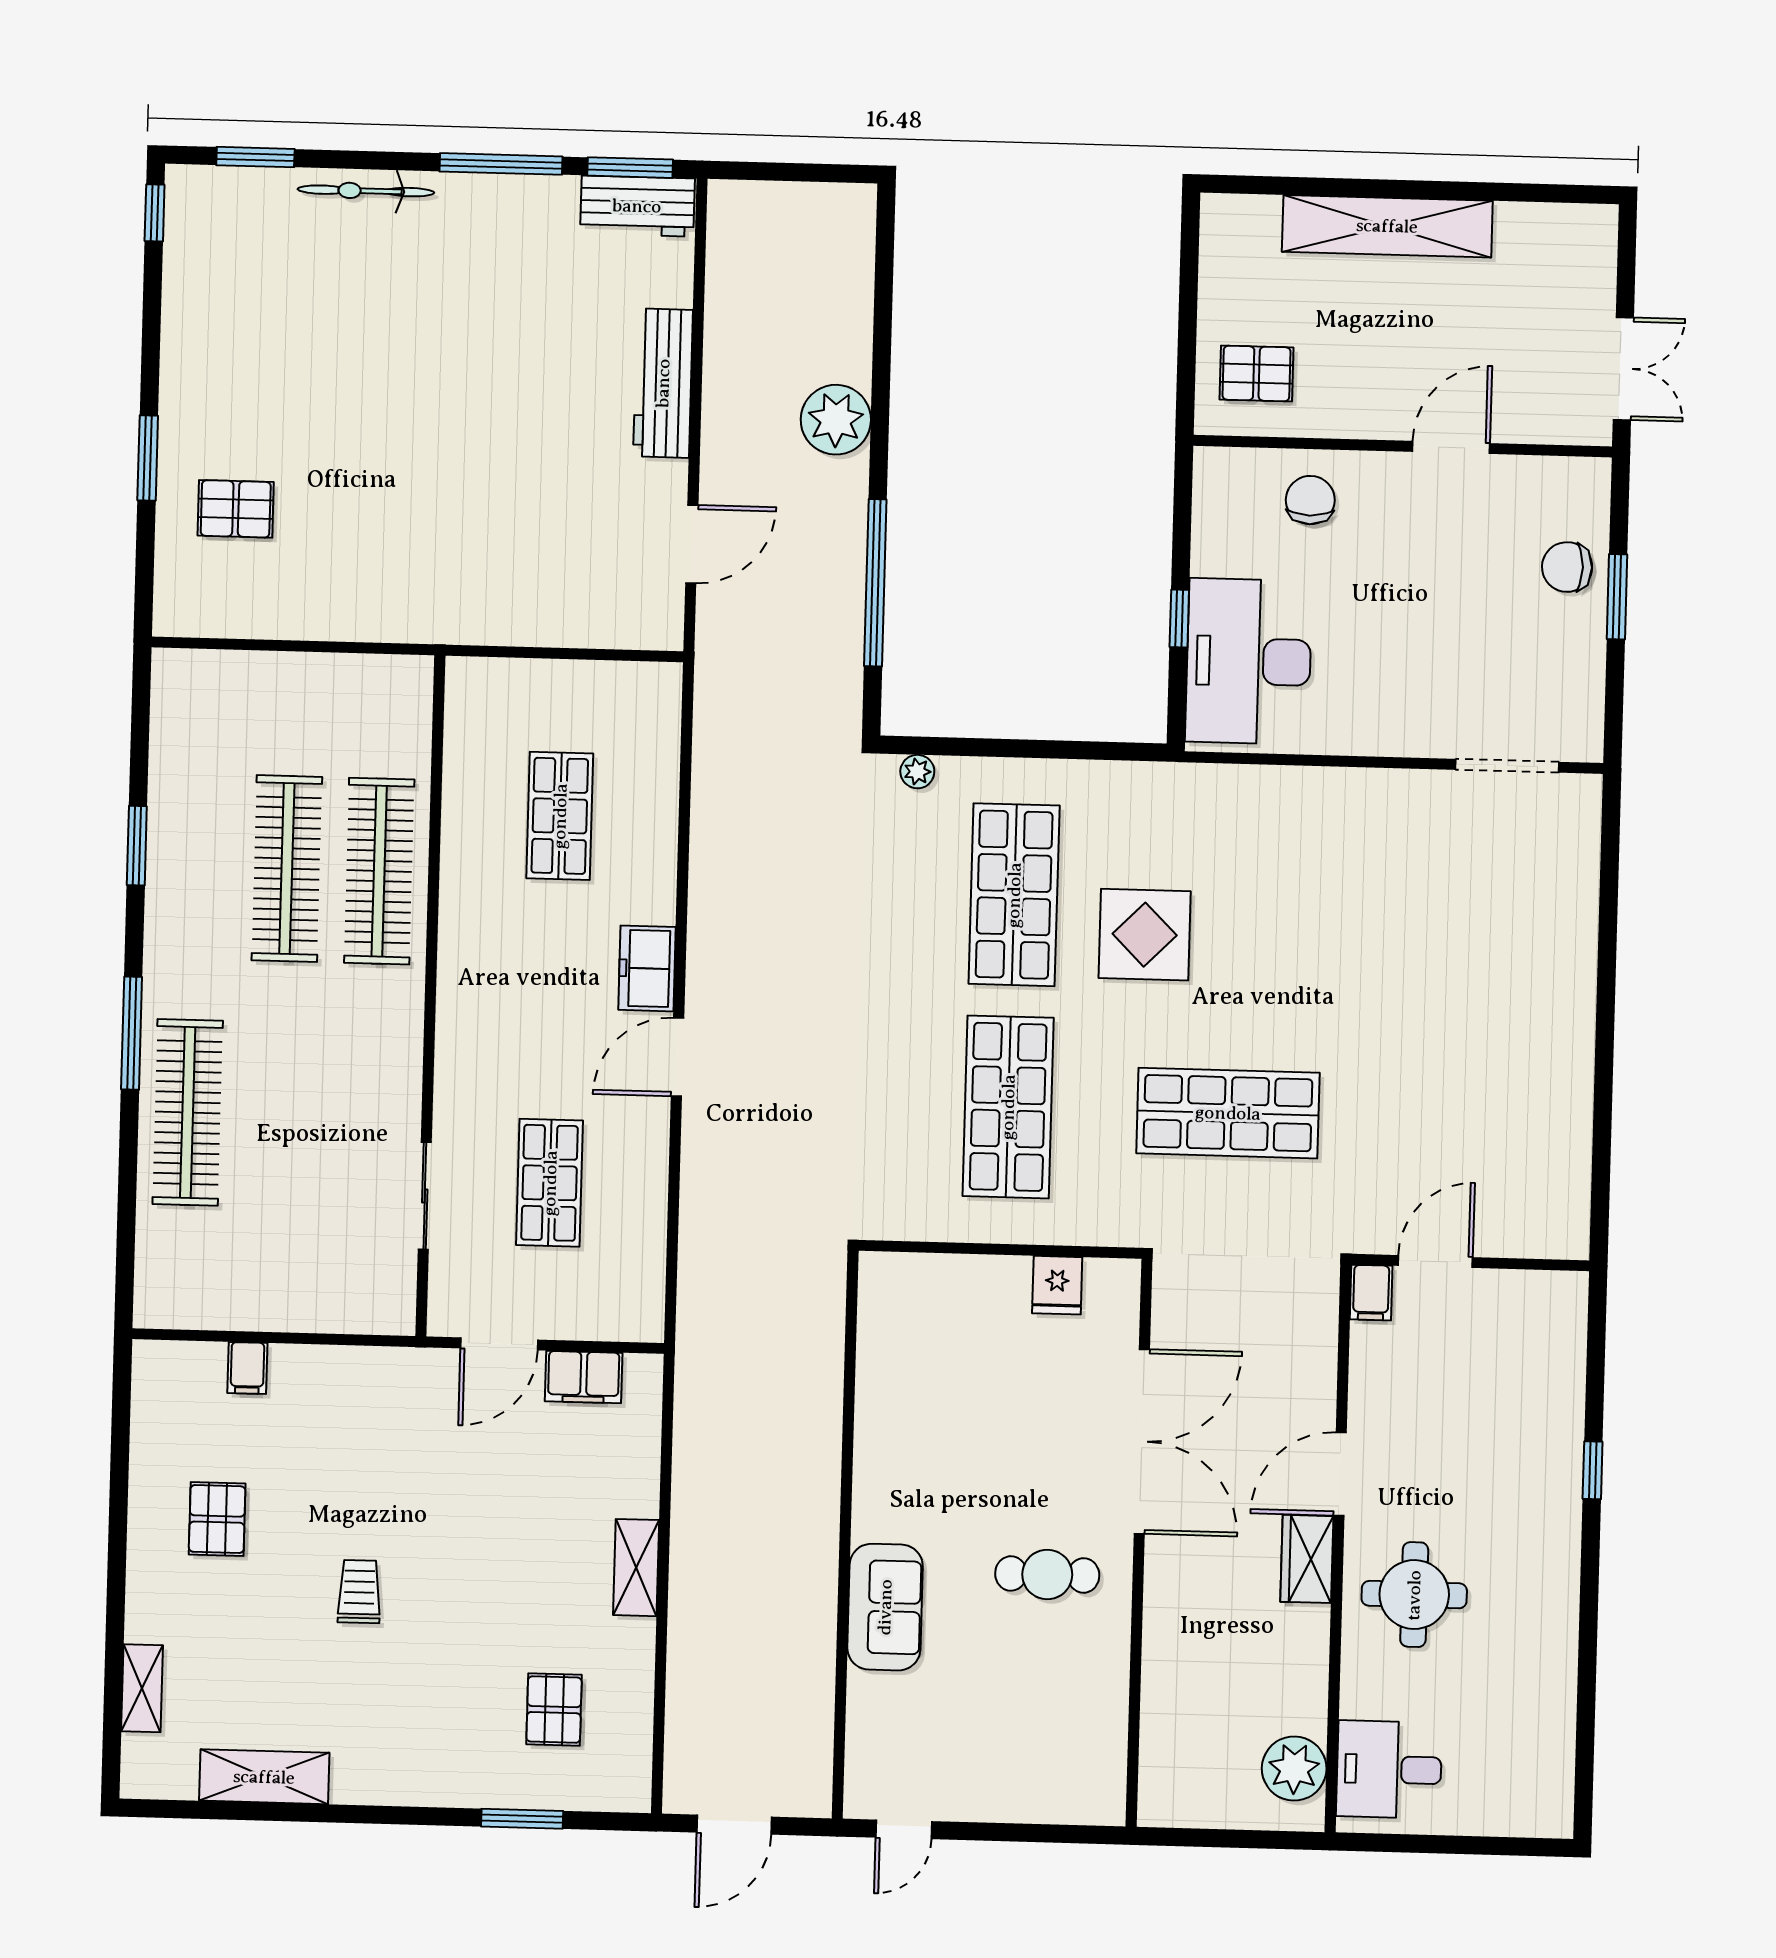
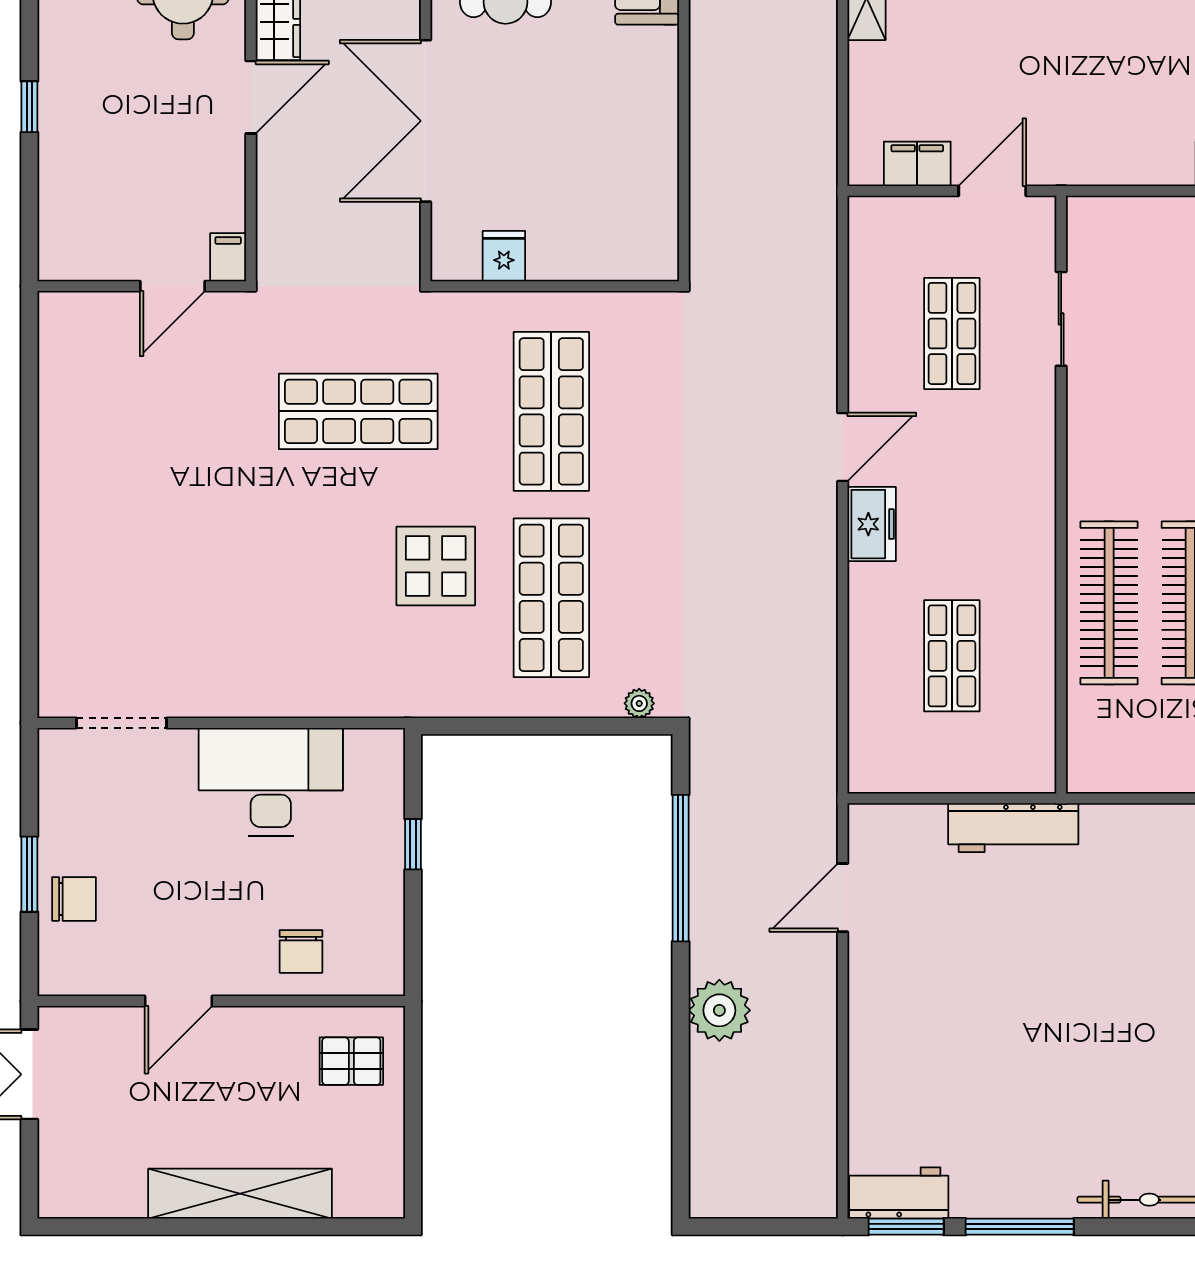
workbench: (663, 383) -> (1013, 828), moved, turned 90
desk: (1249, 661) -> (271, 782), moved, turned -90

